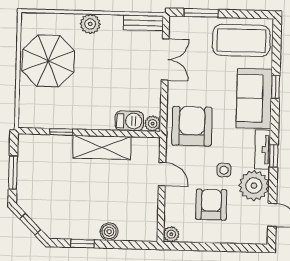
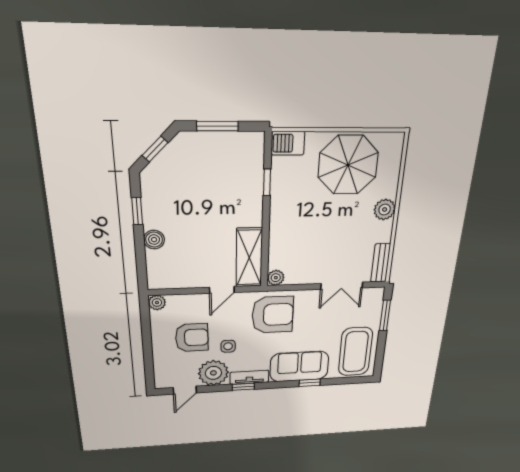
barbecue: (129, 121) -> (288, 143), moved, turned 90
shelving: (102, 147) -> (249, 258), moved

